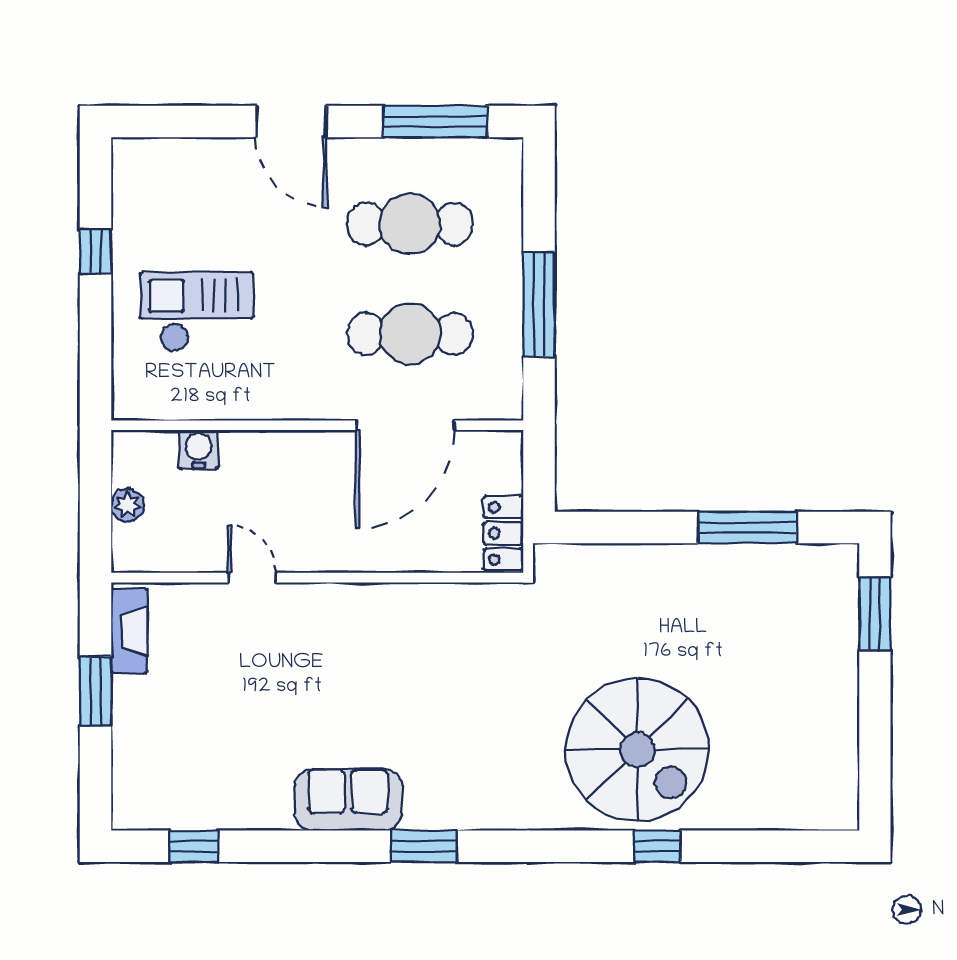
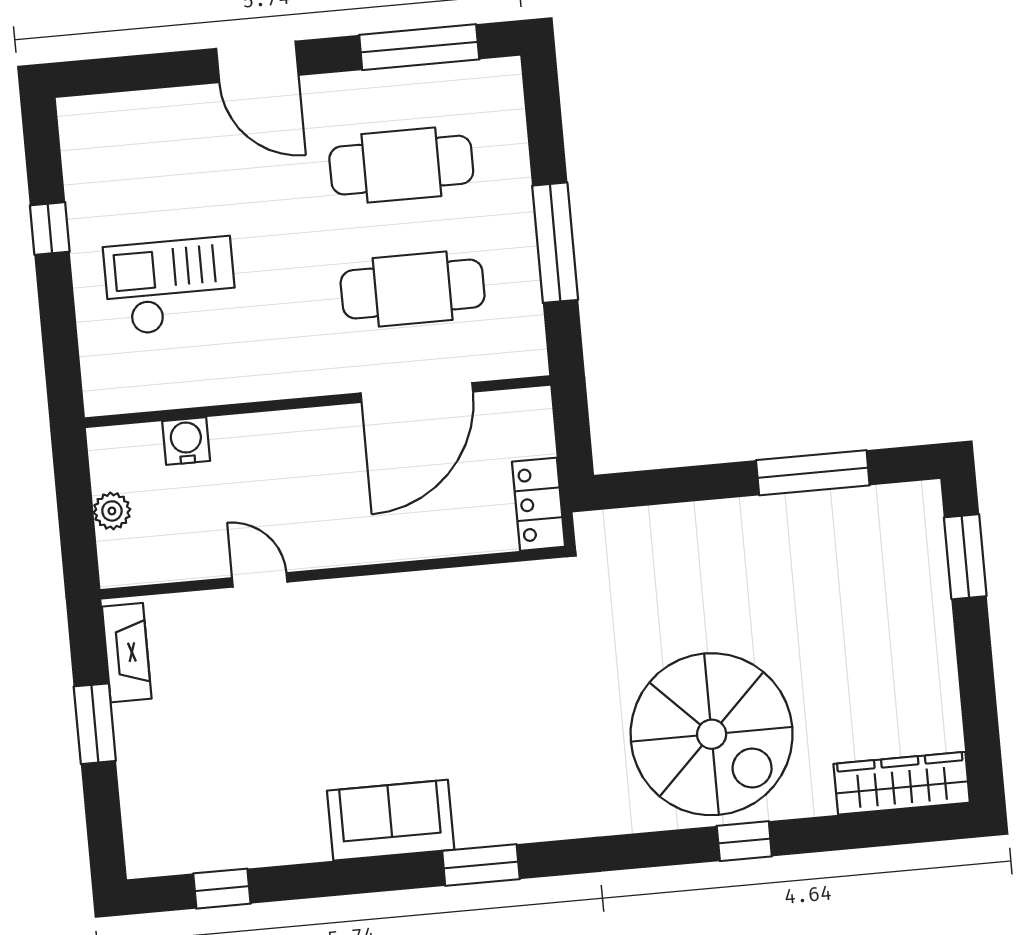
wardrobe: (801, 808) -> (902, 783), added

